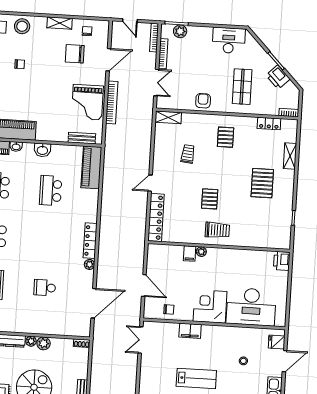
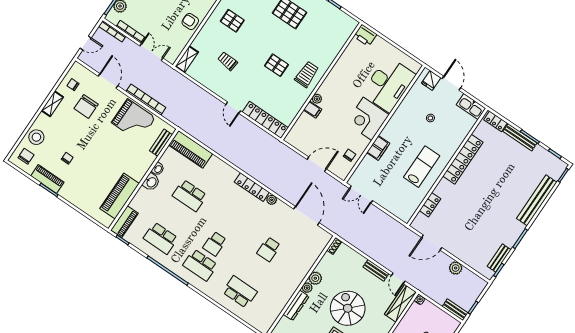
washbasin: (16, 146) -> (158, 169), moved
school desk: (21, 238) -> (215, 244), added

